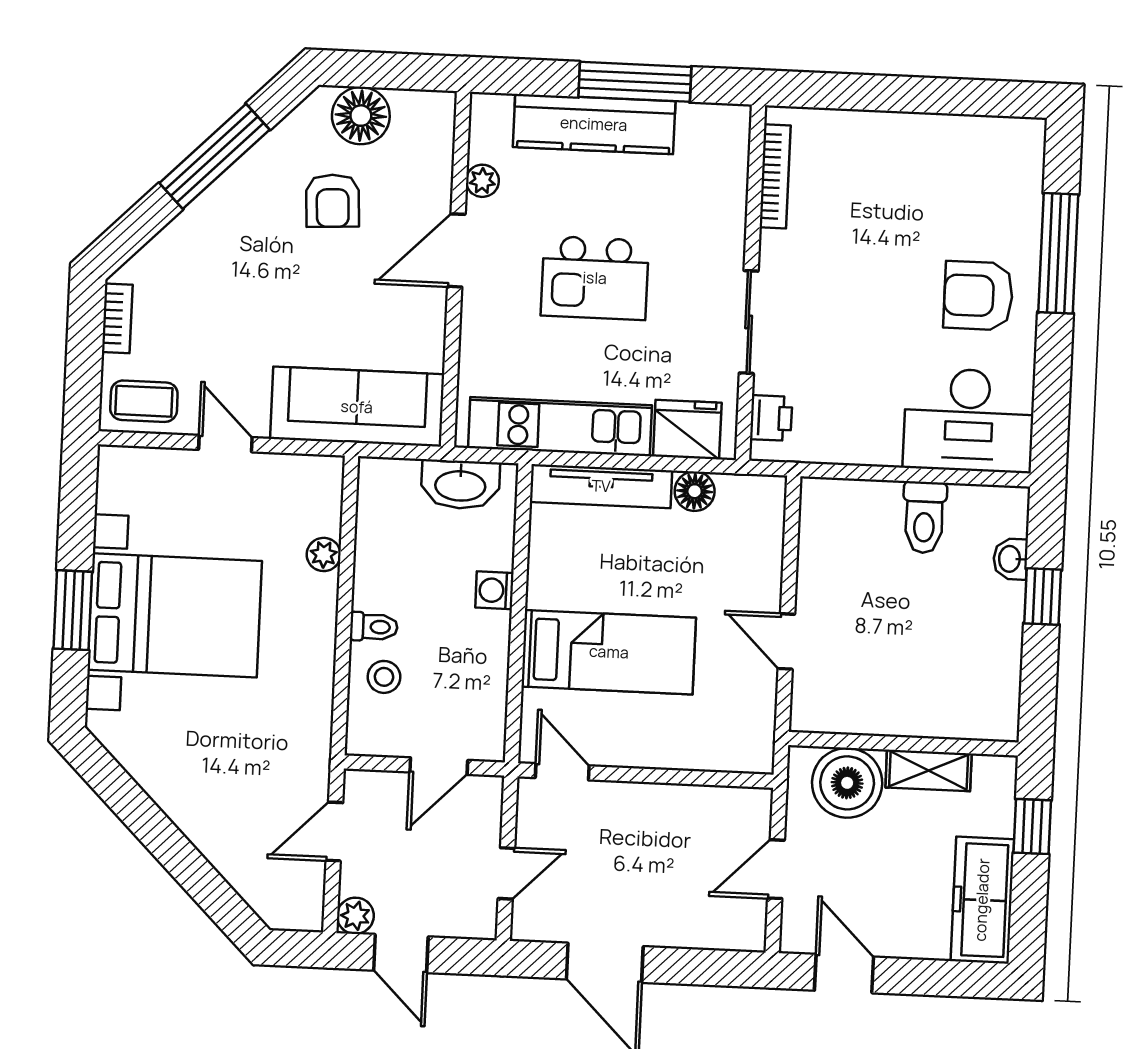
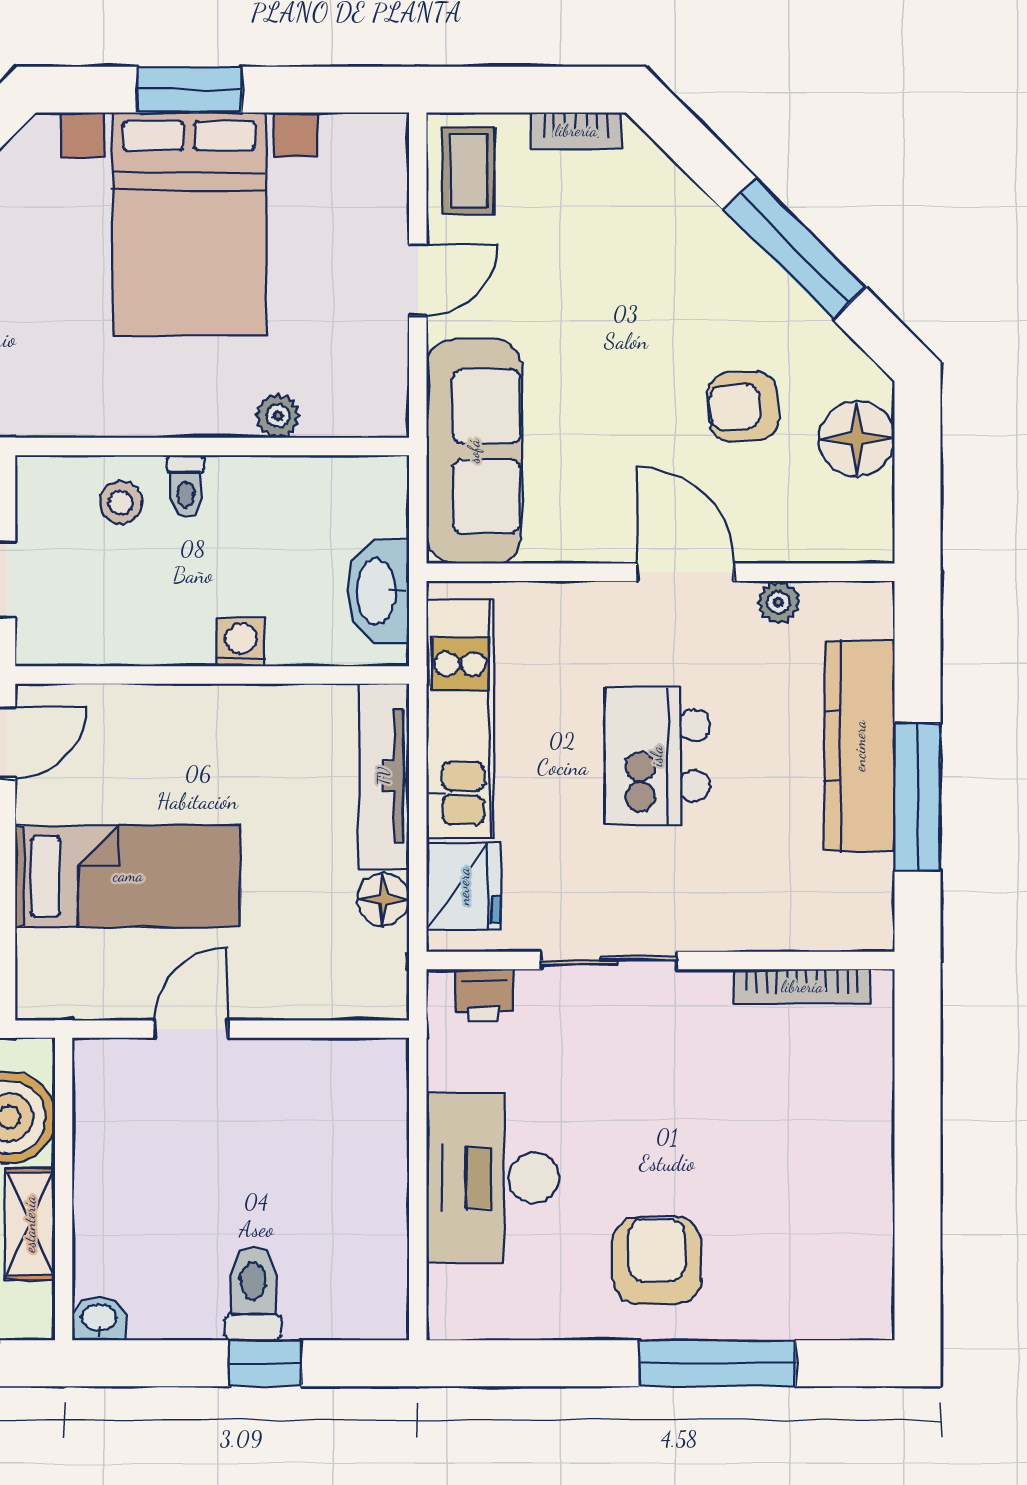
desk: (969, 420) -> (493, 1178), moved
toilet: (924, 517) -> (253, 1294), moved, turned 90
washbasin: (1010, 559) -> (99, 1319), moved
bed: (609, 652) -> (128, 876), moved, turned -90

